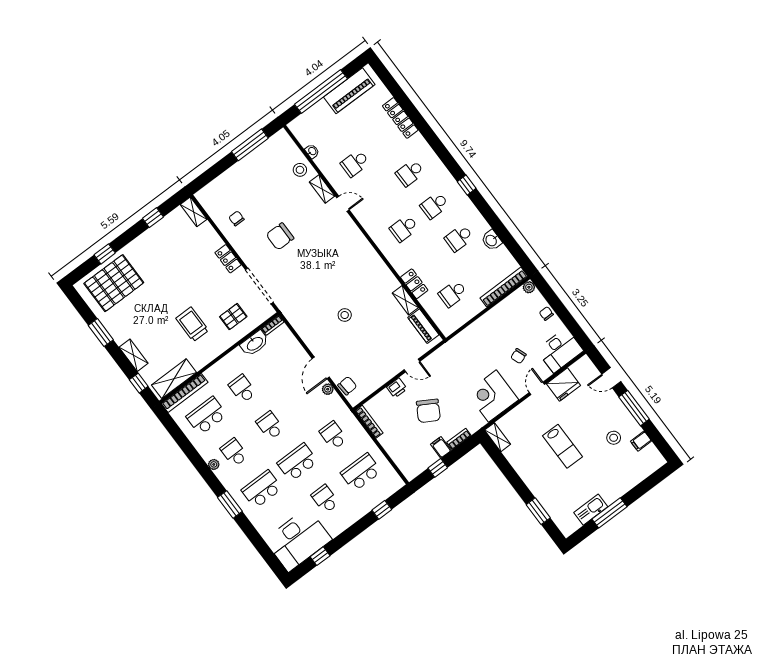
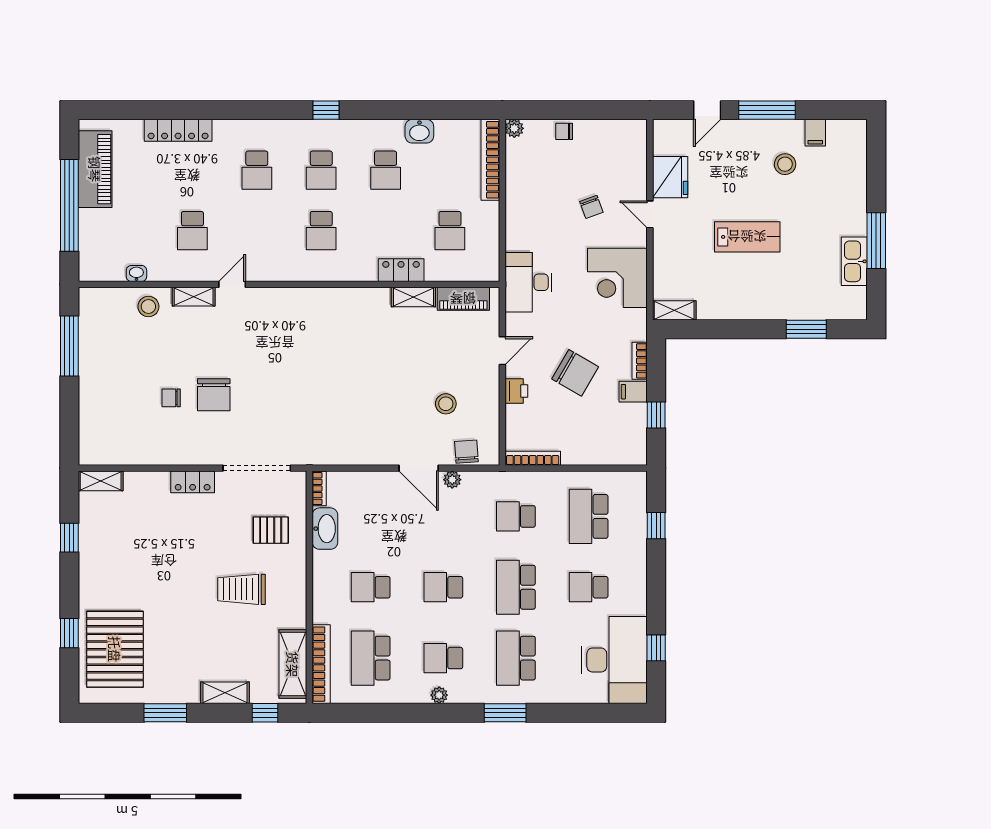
chair: (237, 218) -> (171, 398), moved
stool: (345, 315) -> (446, 404), moved
pallet: (233, 317) -> (271, 530), turned 90
desk: (560, 350) -> (528, 282), moved, turned 180

